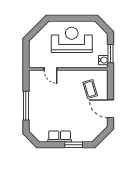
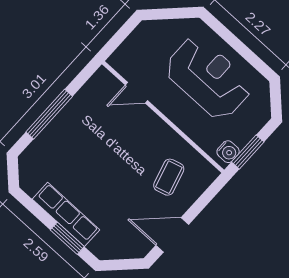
door: (51, 69) -> (136, 93), hinge flipped
door: (111, 109) -> (172, 235), hinge flipped
row of seats: (60, 136) -> (66, 214), width x1.48

